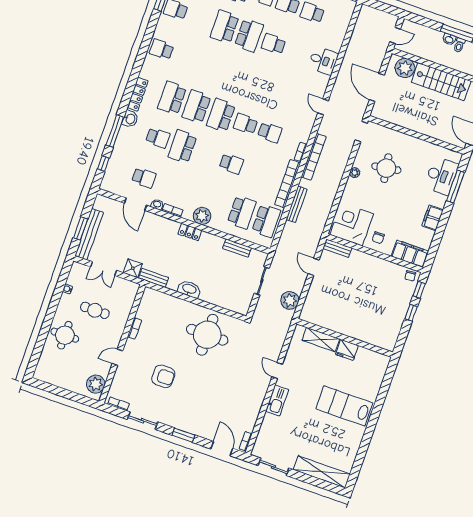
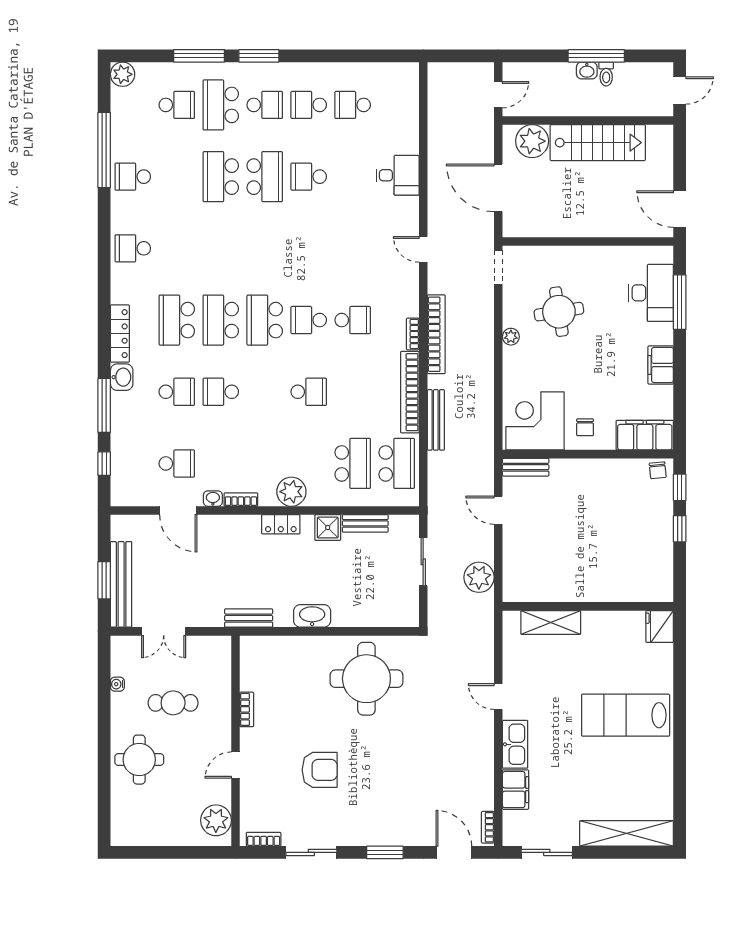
school desk: (182, 146) -> (221, 392), width x0.54
shower: (133, 268) -> (328, 528), moved
fridge: (347, 350) -> (660, 626), moved, turned 90
filing cabinet: (268, 426) -> (516, 790), added

